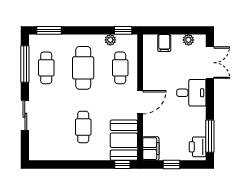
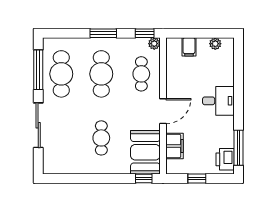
window: (49, 30) -> (103, 33), moved
plant: (110, 40) -> (154, 44), moved
double door: (210, 63) -> (238, 68), removed
cafe table: (46, 68) -> (61, 74), width x1.37, depth x1.35
sliding door: (25, 115) -> (38, 125), width x1.37
filing cabinet: (151, 149) -> (174, 146), moved

